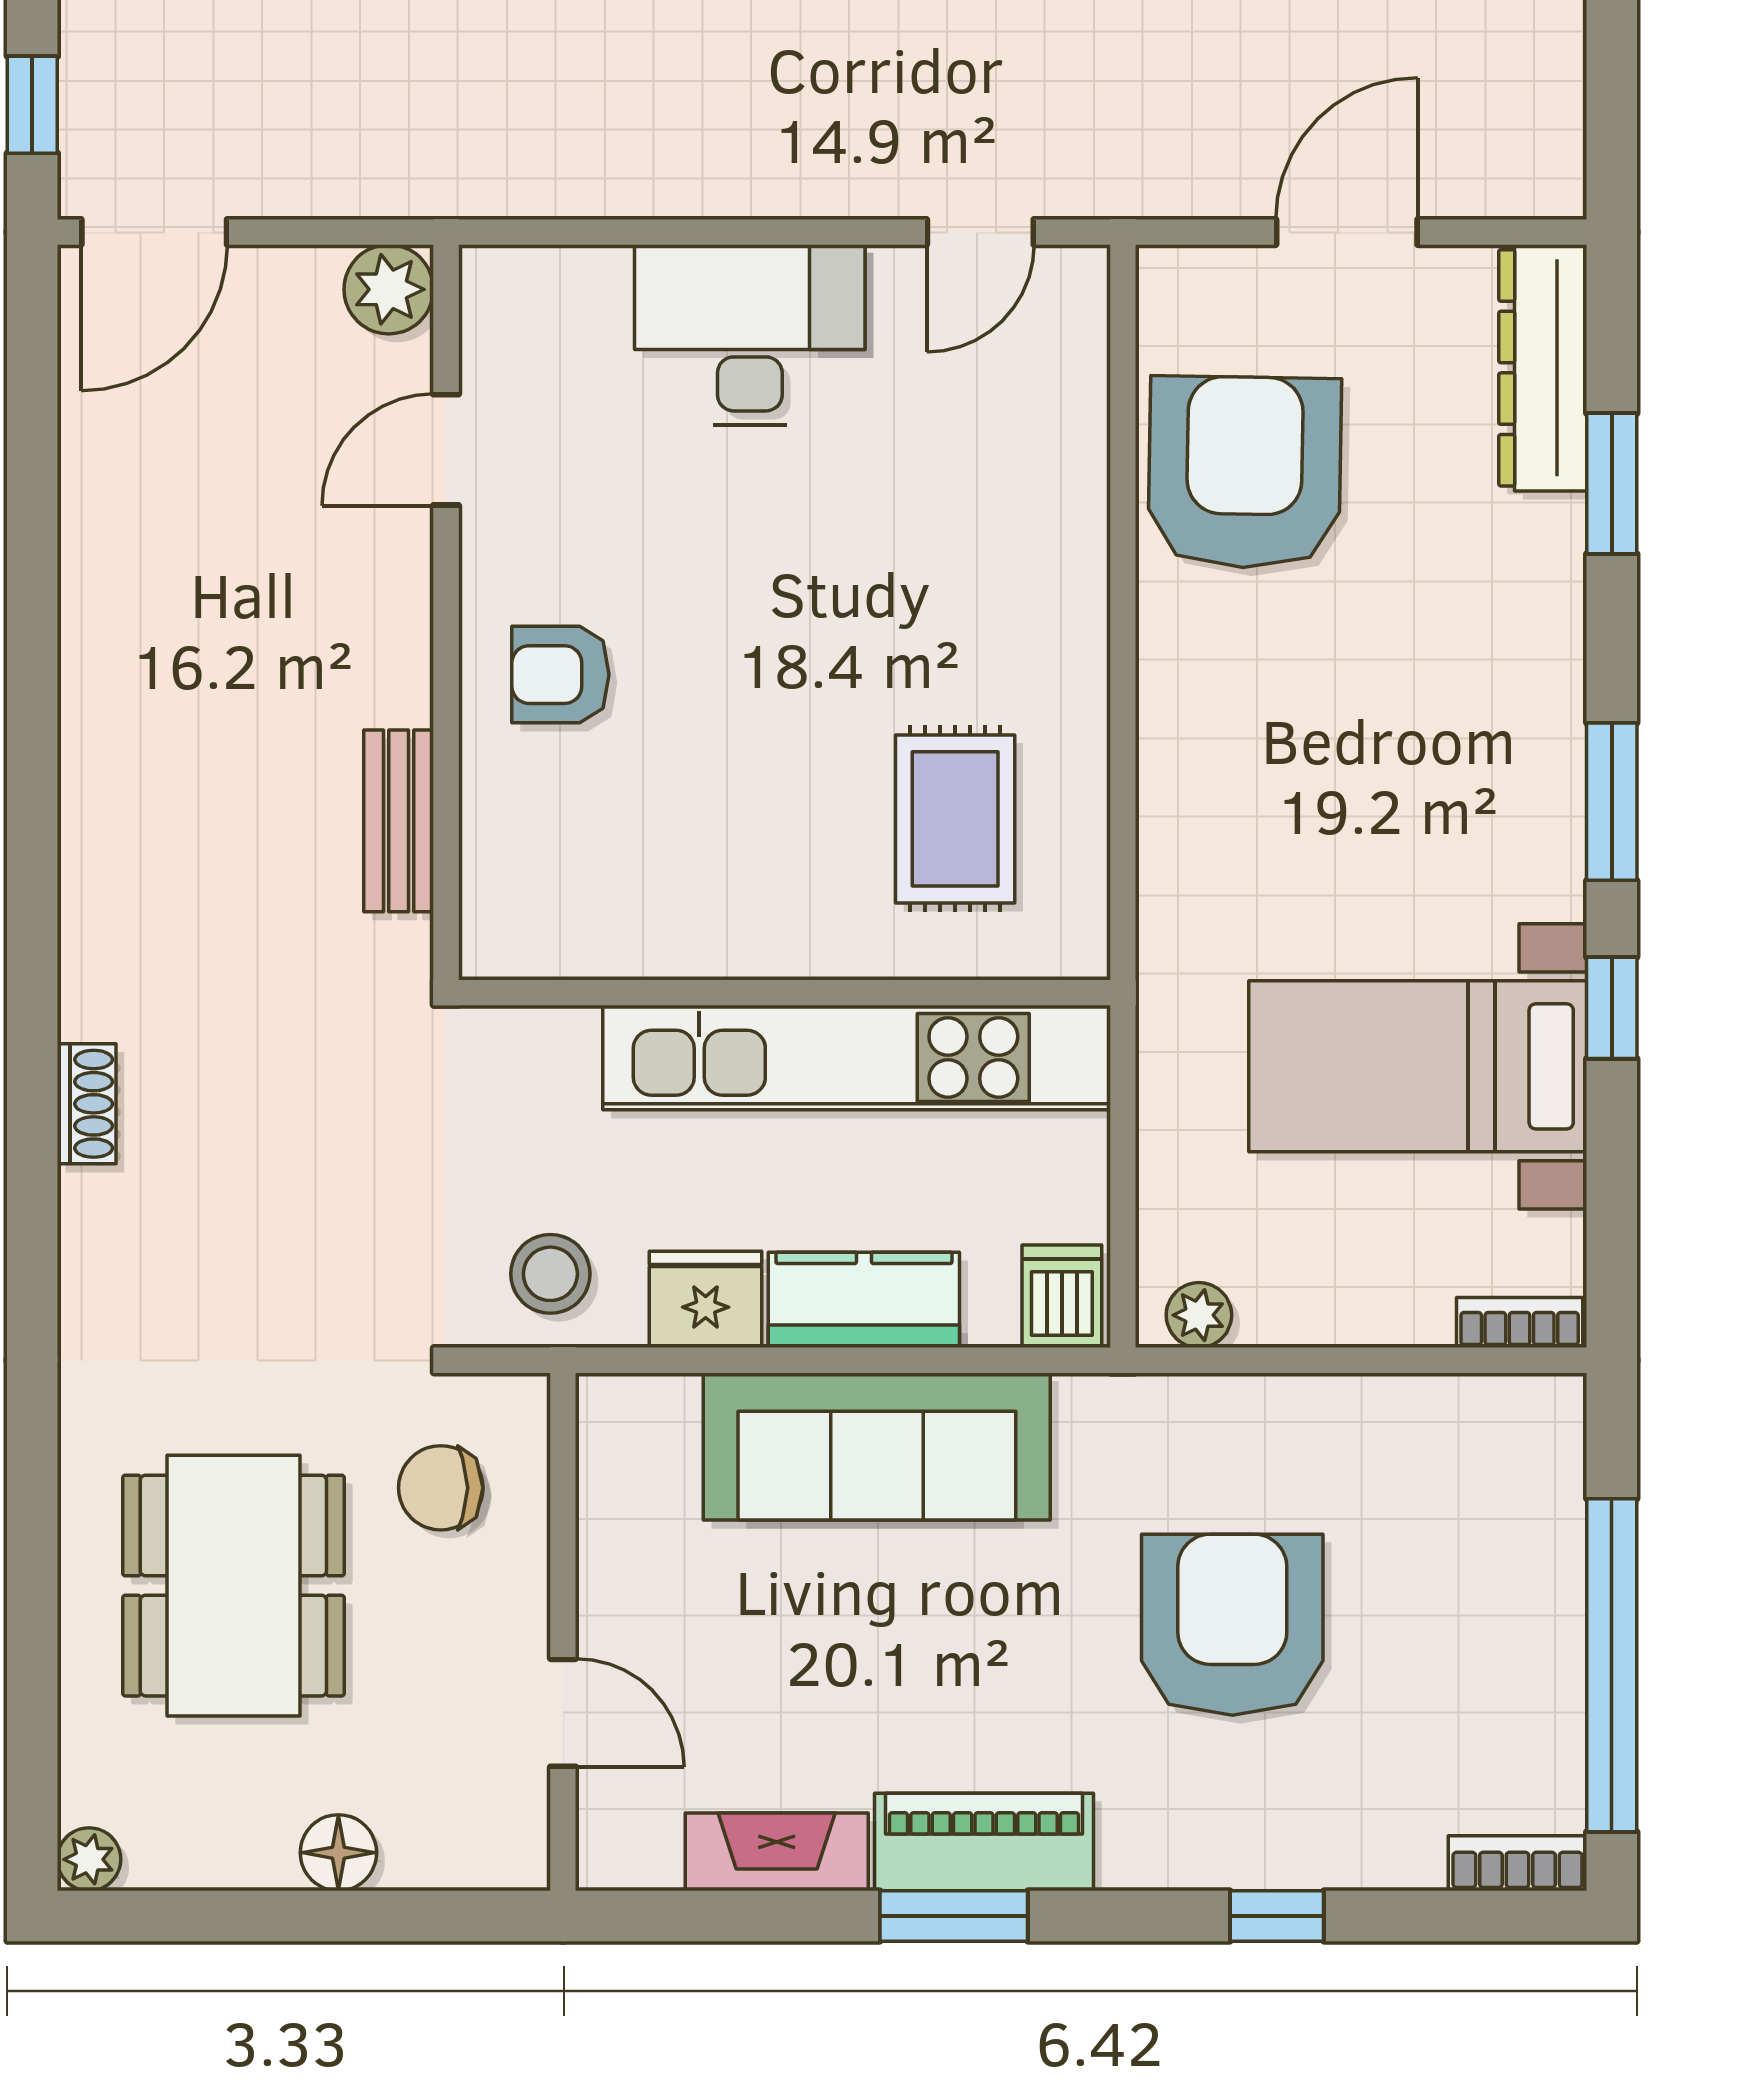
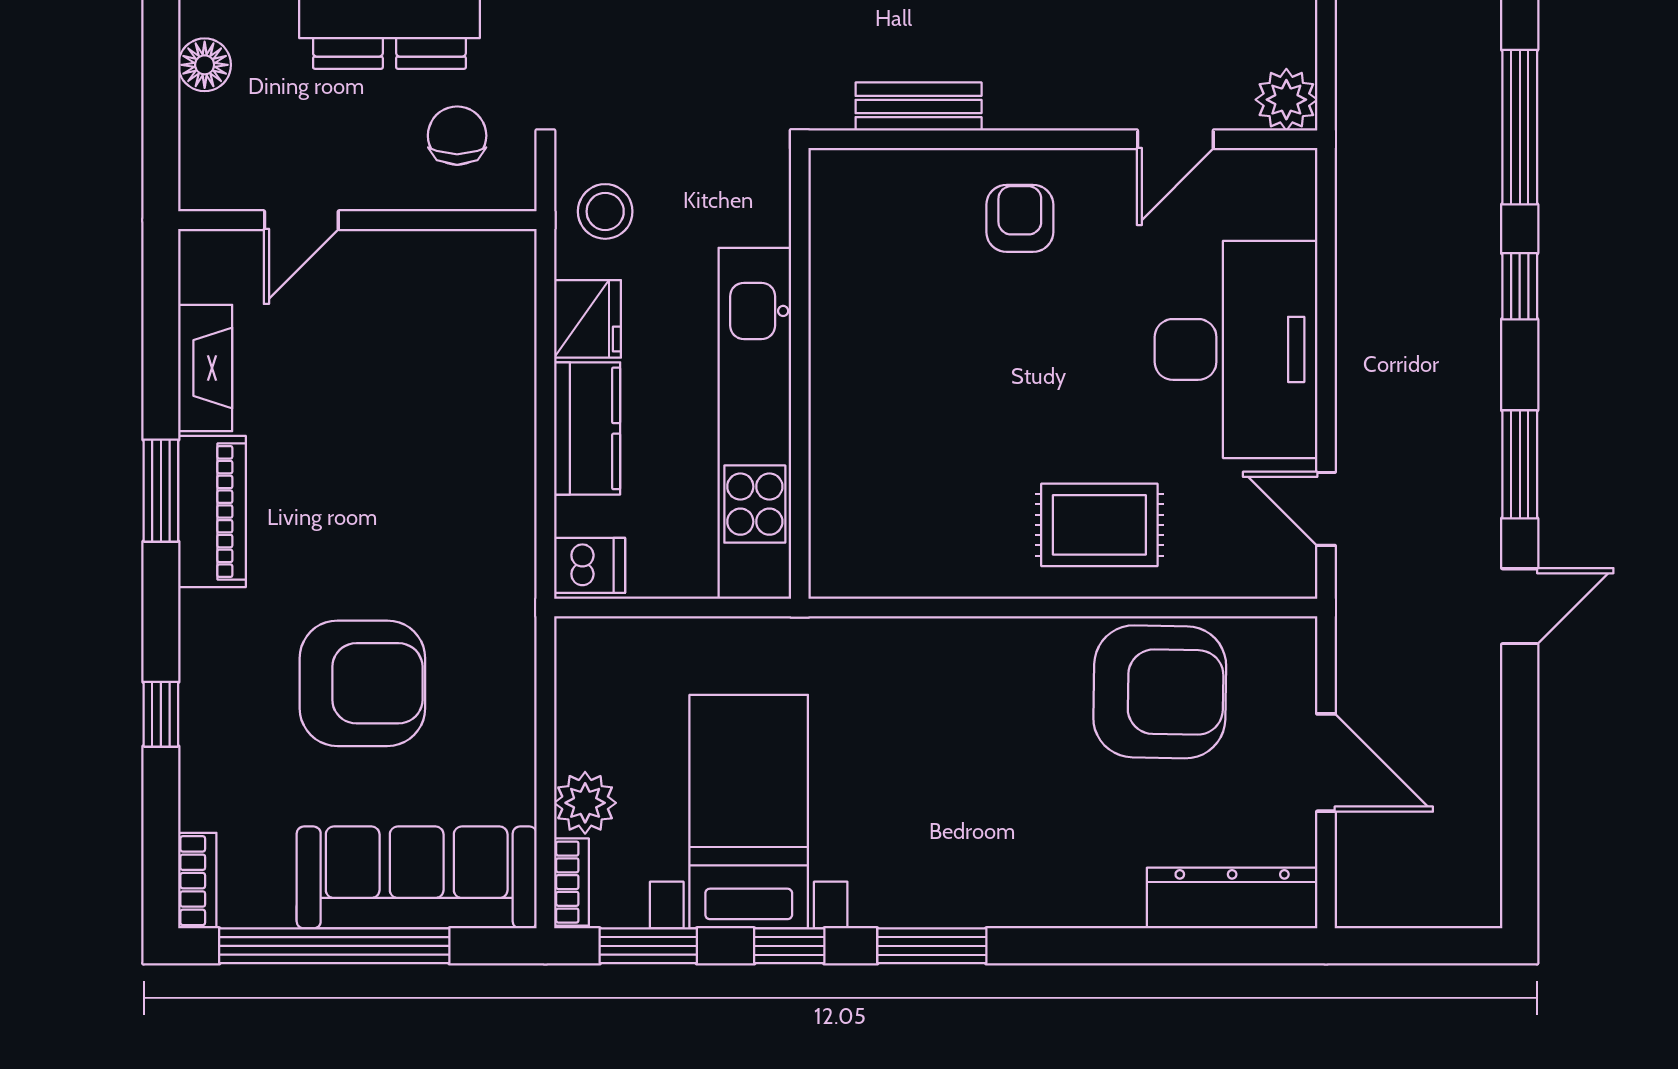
desk: (750, 335) -> (1236, 349), width x1.36, depth x1.30
door: (446, 450) -> (1175, 139), swing flipped
window: (1612, 484) -> (648, 946), moved
rug: (955, 819) -> (1099, 525), moved
plant: (1199, 1315) -> (585, 803), moved, width x1.38, depth x1.38
sofa: (877, 1446) -> (417, 877), moved, turned 90

